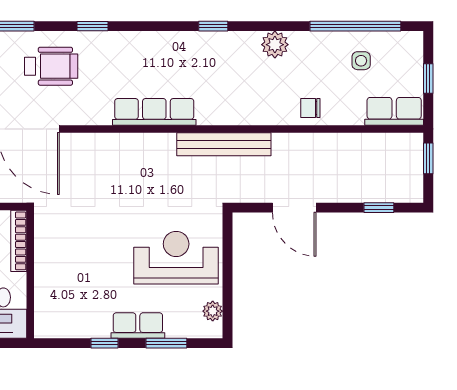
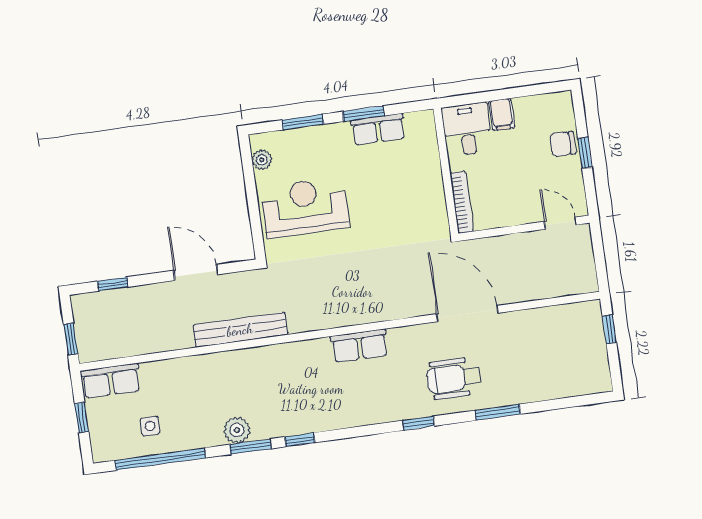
window: (264, 26) -> (250, 447), added
chair: (310, 108) -> (193, 373), removed
row of seats: (154, 112) -> (359, 346), width x0.68
bench: (224, 144) -> (240, 330), moved
reception desk: (176, 258) -> (305, 207), turned 180
row of seats: (138, 325) -> (378, 129), moved
window: (104, 343) -> (364, 114), width x1.50

